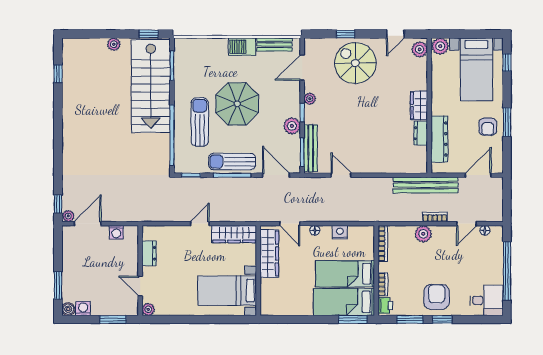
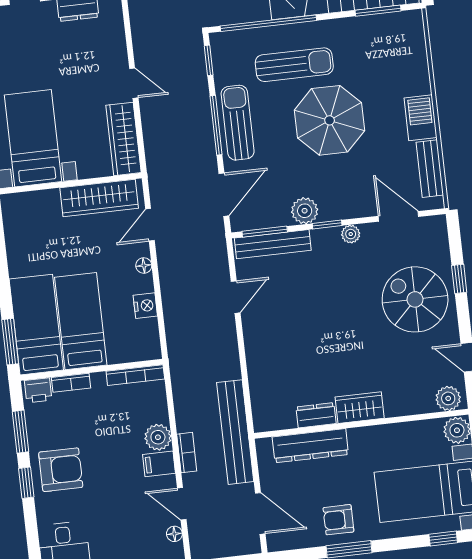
spiral stairs: (355, 63) -> (415, 299), turned -90
filing cabinet: (440, 235) -> (159, 464), added

